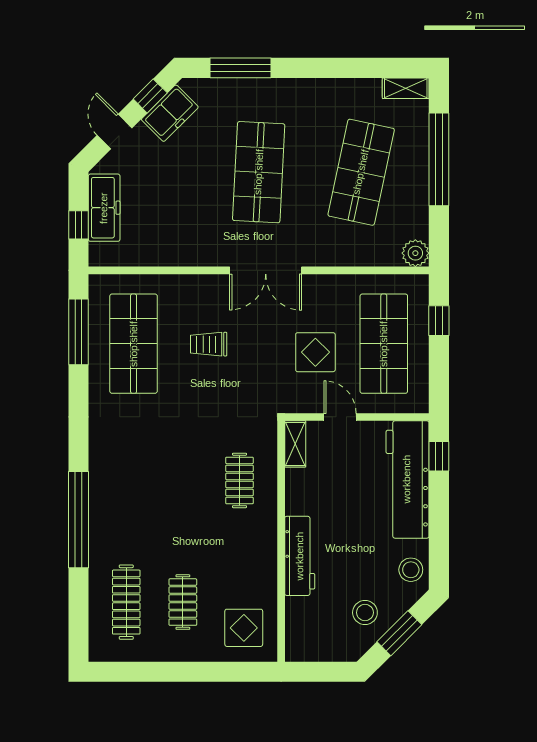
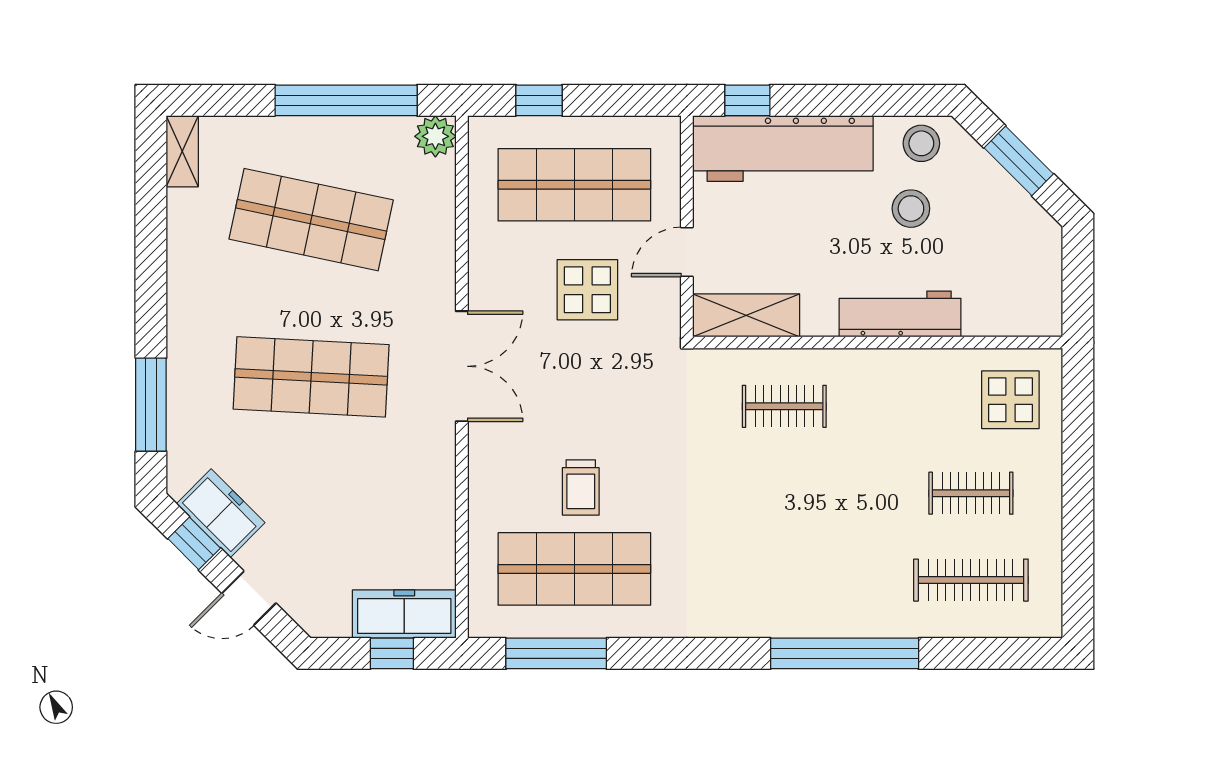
window: (439, 159) -> (346, 100), moved
freezer: (104, 208) -> (404, 614), moved
trolley: (209, 344) -> (581, 487), moved
shelving: (295, 444) -> (746, 315), width x1.50, depth x1.33
stool: (365, 613) -> (911, 209), moved

